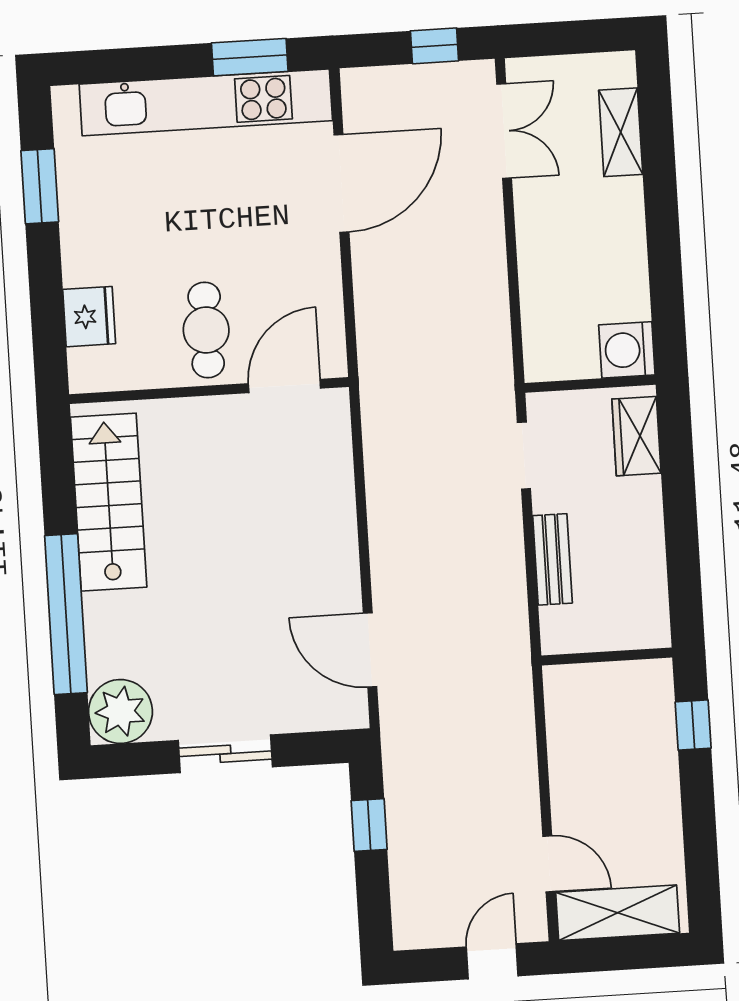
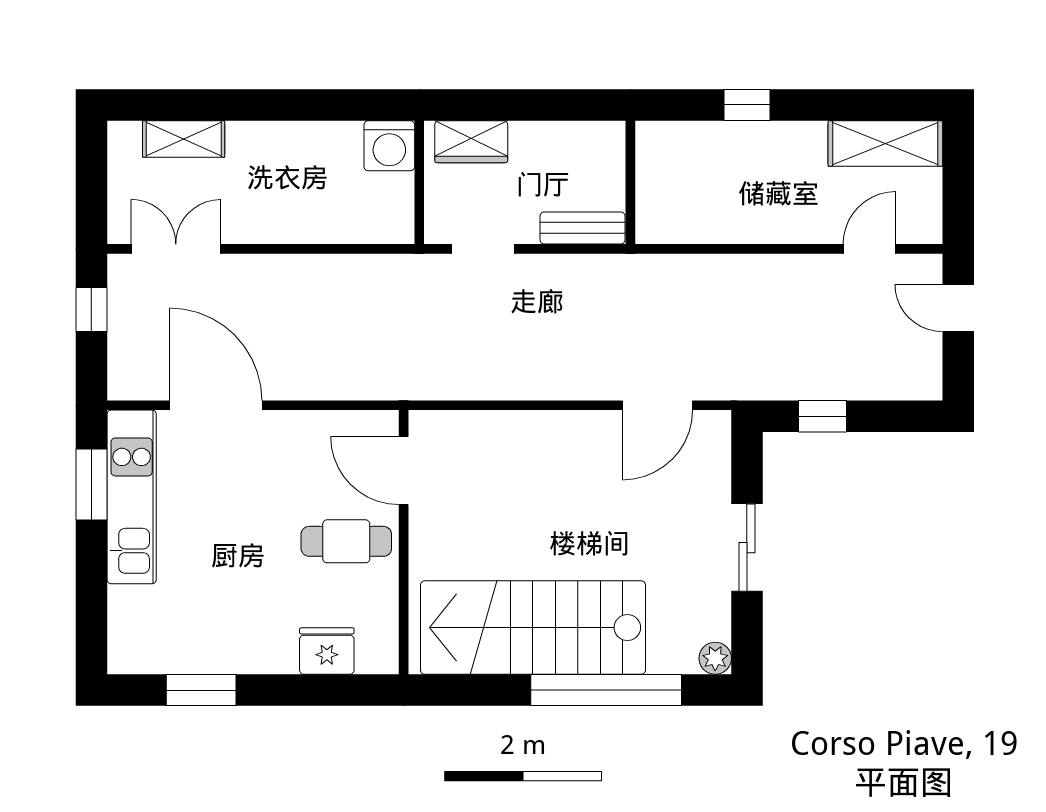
kitchen unit: (206, 102) -> (132, 497), width x0.73
stairs: (109, 502) -> (533, 628), width x1.36, depth x1.51
wall: (607, 657) -> (630, 182), moved
plant: (120, 711) -> (715, 658), width x0.53, depth x0.53
shelving: (618, 913) -> (885, 143), moved, turned 90

